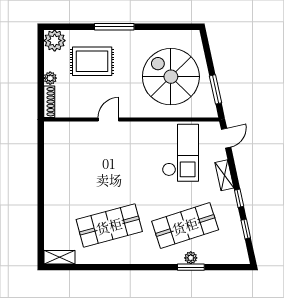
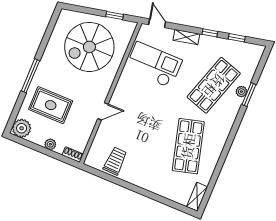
rug: (92, 61) -> (51, 105), turned 90
window: (216, 89) -> (115, 15), width x0.67
shoe rack: (49, 102) -> (73, 155), width x0.70
door: (108, 119) -> (103, 111), swing flipped
trolley: (61, 154) -> (115, 161), added
shop shelf: (185, 226) -> (214, 85), turned 36

